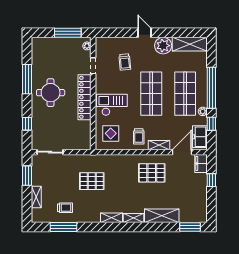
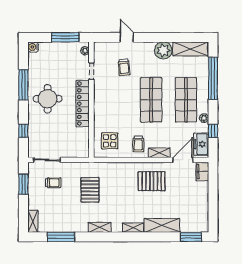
door: (144, 33) -> (127, 37), moved
water cooler: (36, 42) -> (33, 47), added
window: (211, 88) -> (213, 78), moved
checkout: (112, 105) -> (111, 111), removed
window: (211, 180) -> (213, 189), removed
pallet: (92, 181) -> (90, 190), turned 90
shelving: (36, 197) -> (33, 221), moved
trolley: (65, 208) -> (53, 183), moved
shelving: (111, 218) -> (100, 227), moved

